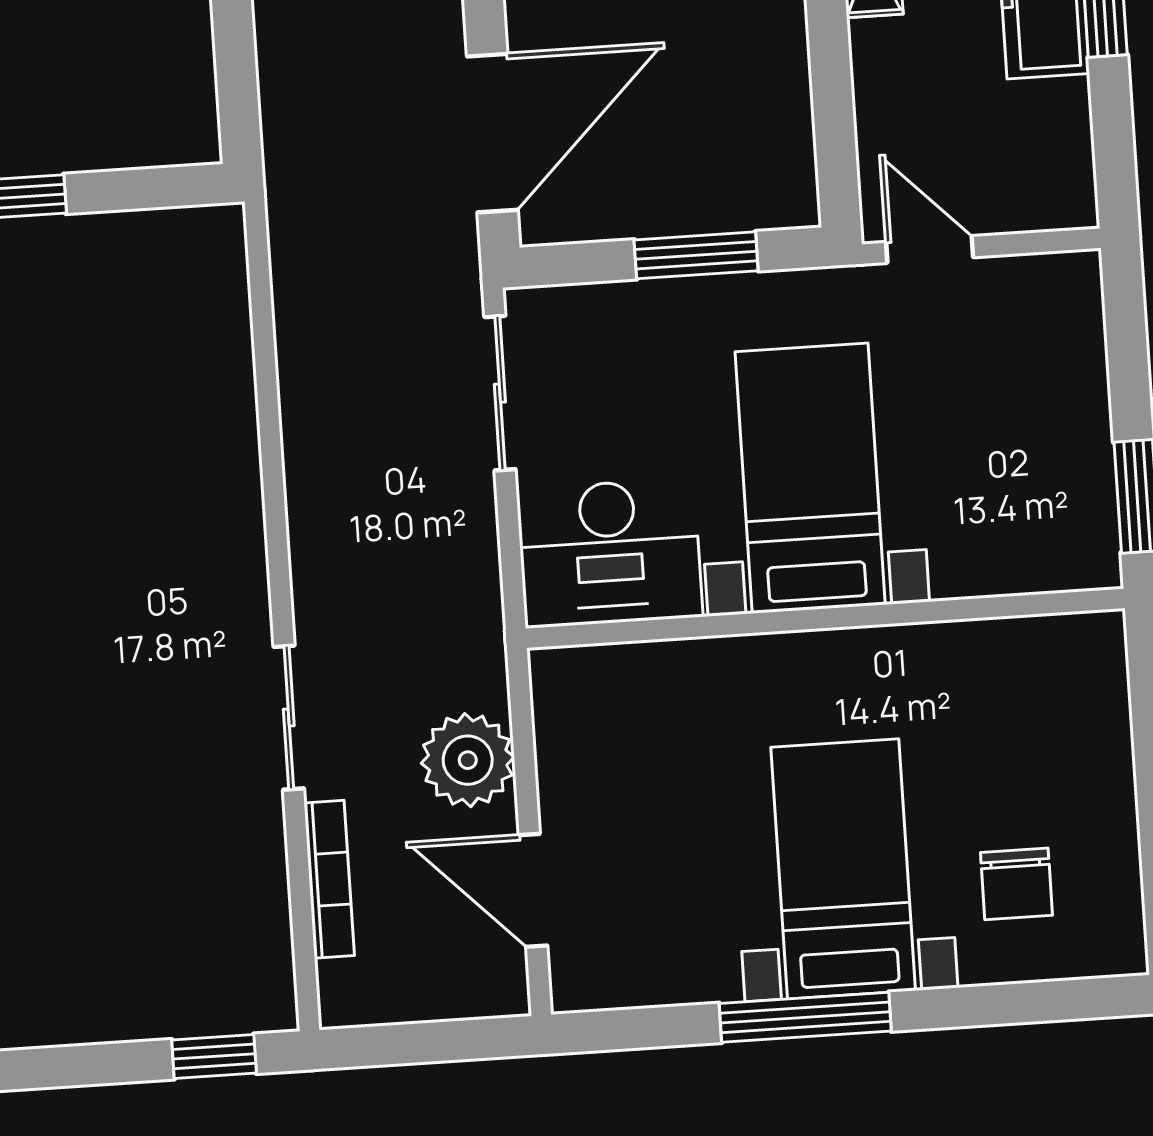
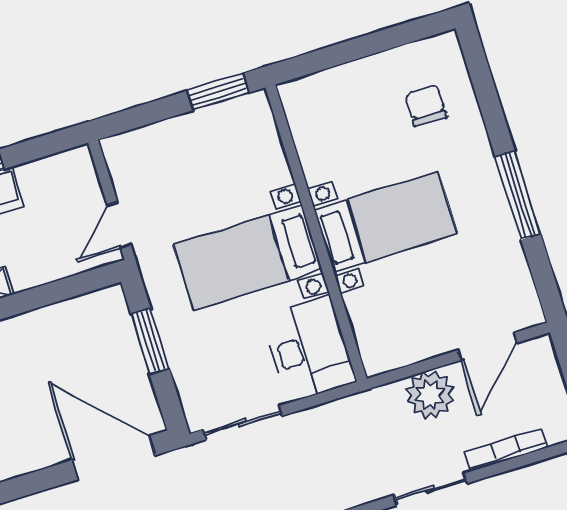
bed with nightstands: (843, 869) -> (386, 222), moved, turned 180
chair: (1016, 884) -> (426, 106), turned -88

